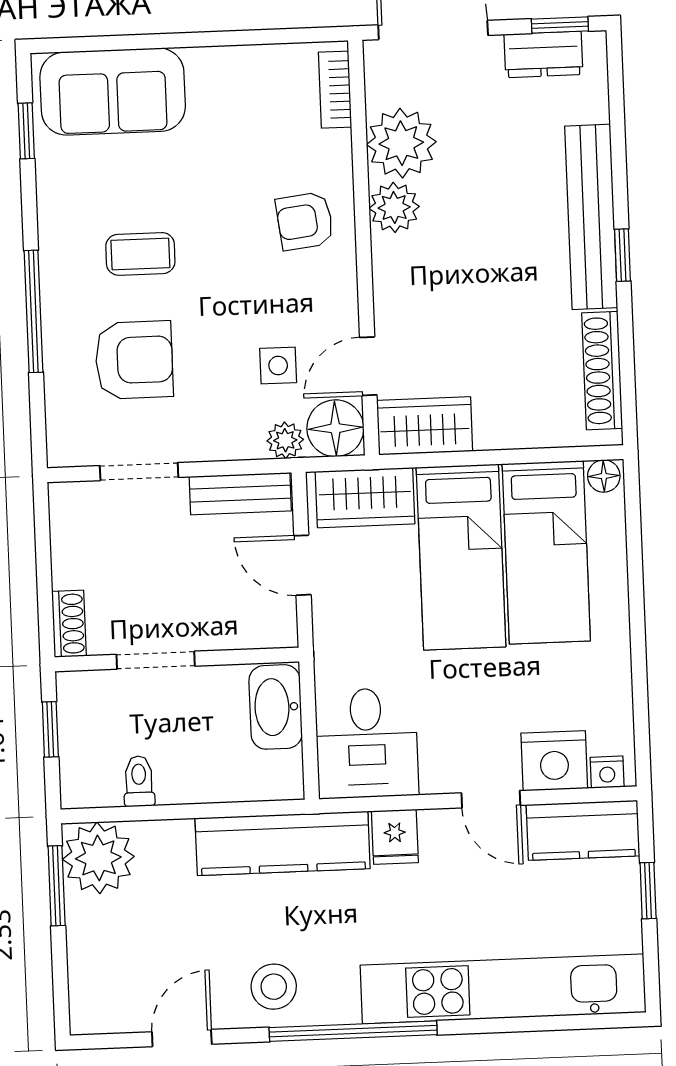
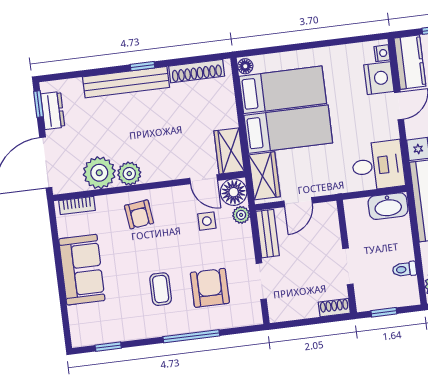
sofa: (113, 92) -> (82, 270), moved
washbasin: (276, 707) -> (388, 206), moved

